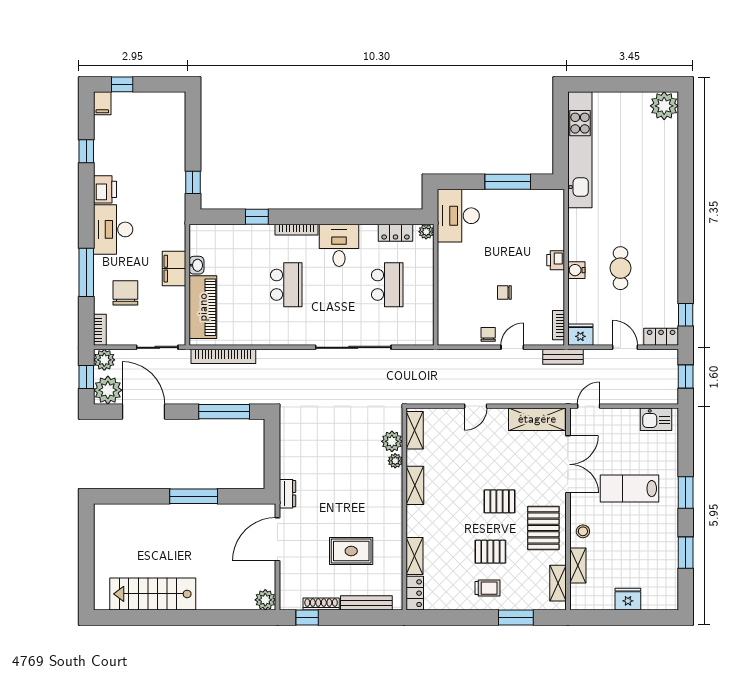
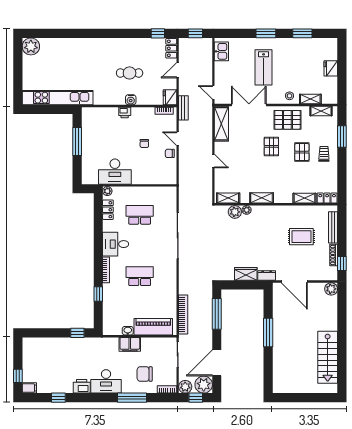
desk: (458, 216) -> (115, 172), moved
wardrobe: (290, 460) -> (246, 274), added
rug: (351, 551) -> (301, 237), turned 90

